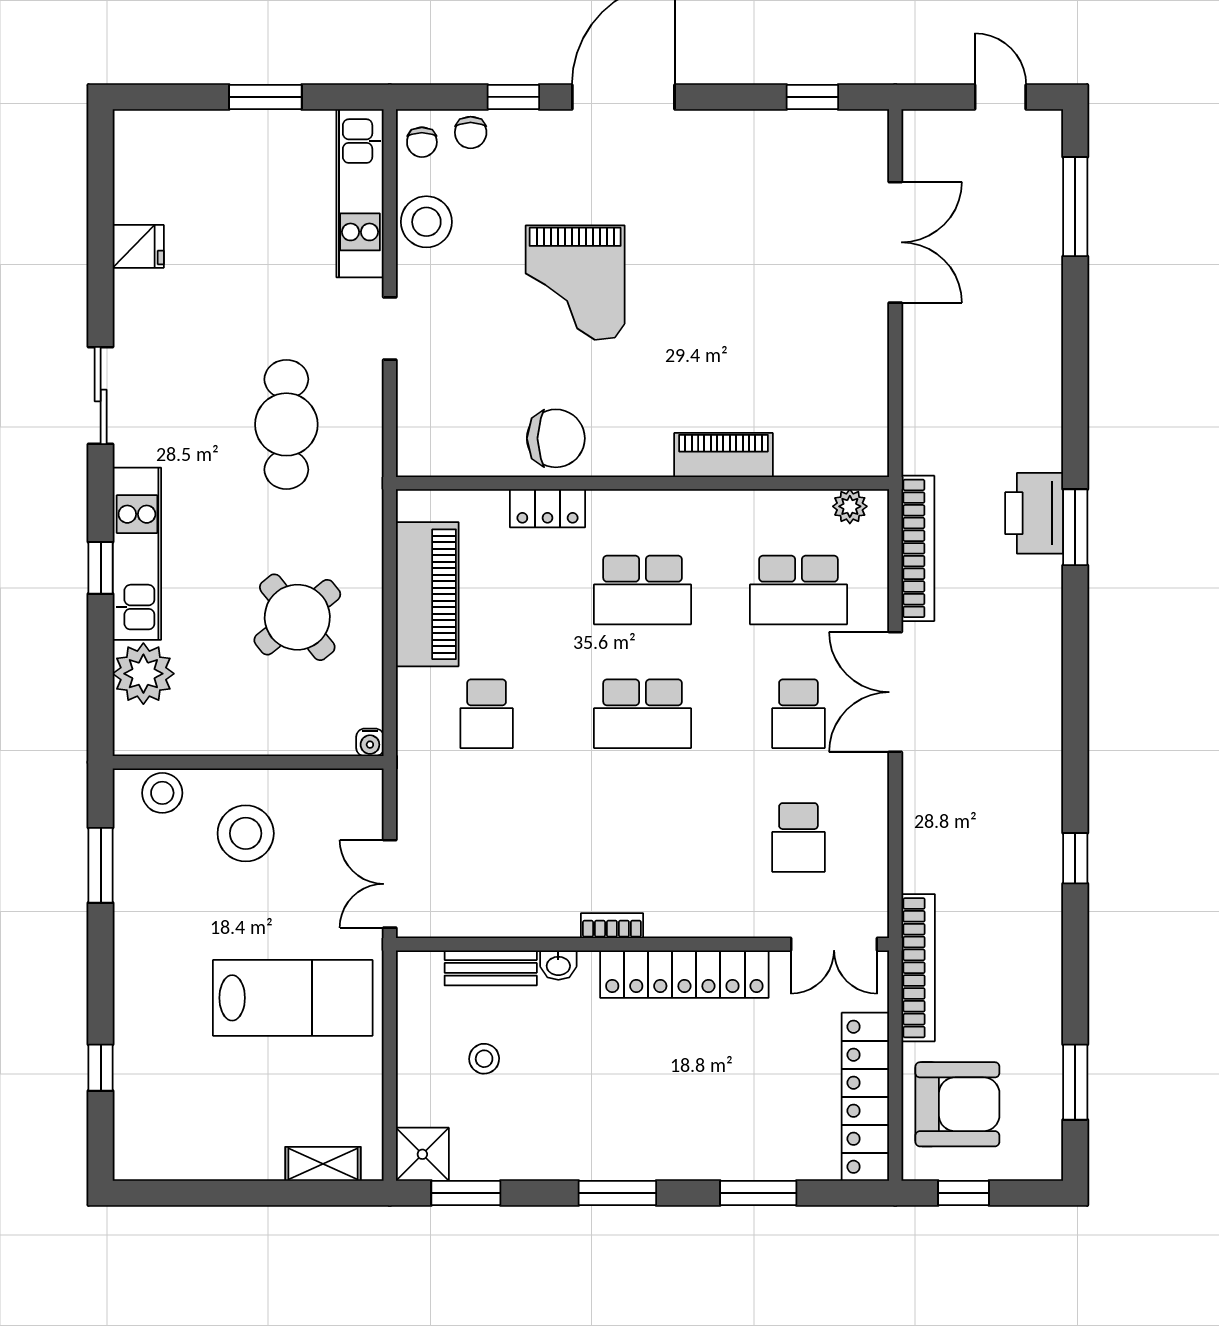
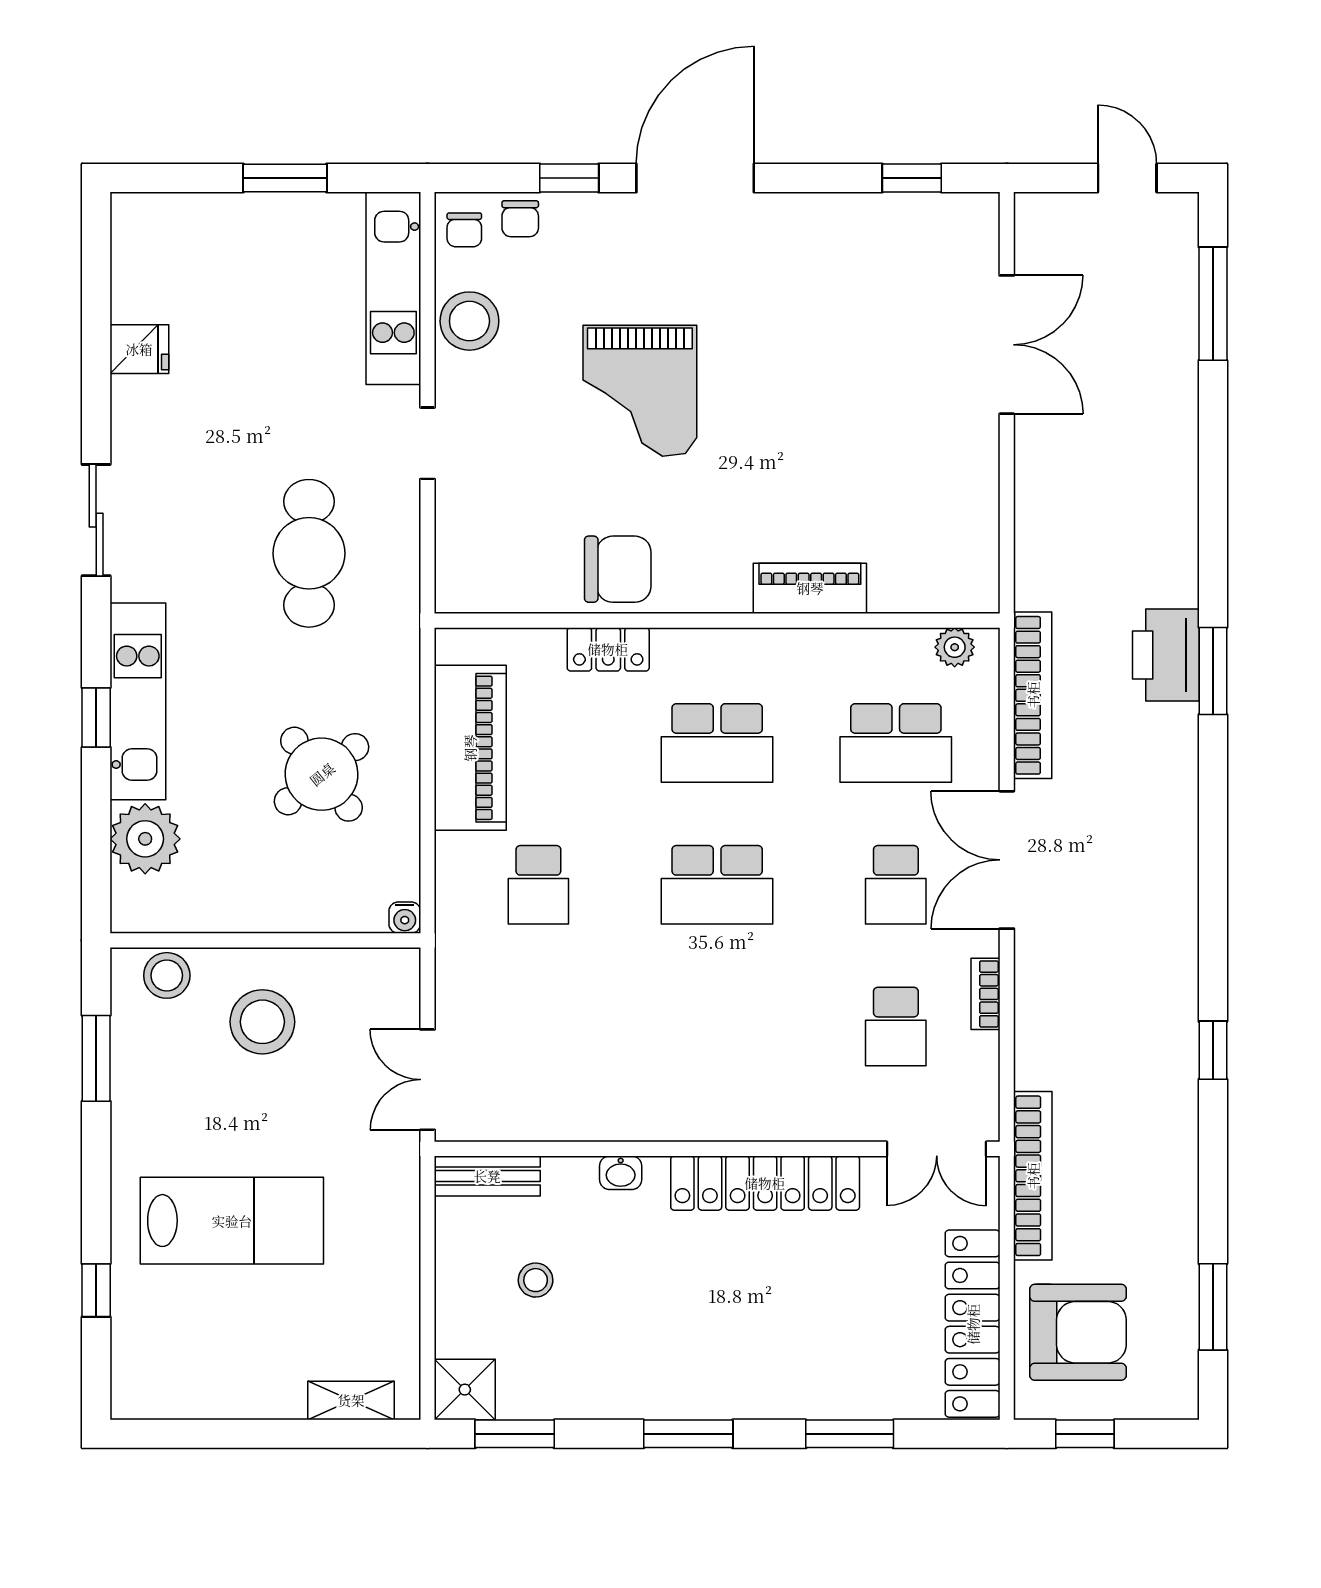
bookcase: (612, 926) -> (985, 994), moved, turned -90
bench: (491, 968) -> (487, 1176), moved
lab bench: (293, 998) -> (232, 1221), moved

